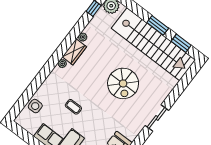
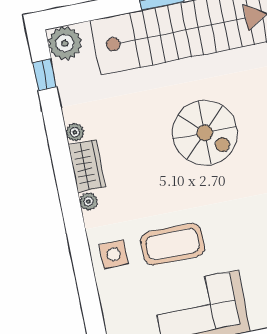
side table: (35, 106) -> (114, 254), moved
coffee table: (73, 107) -> (173, 244), width x1.86, depth x1.72

